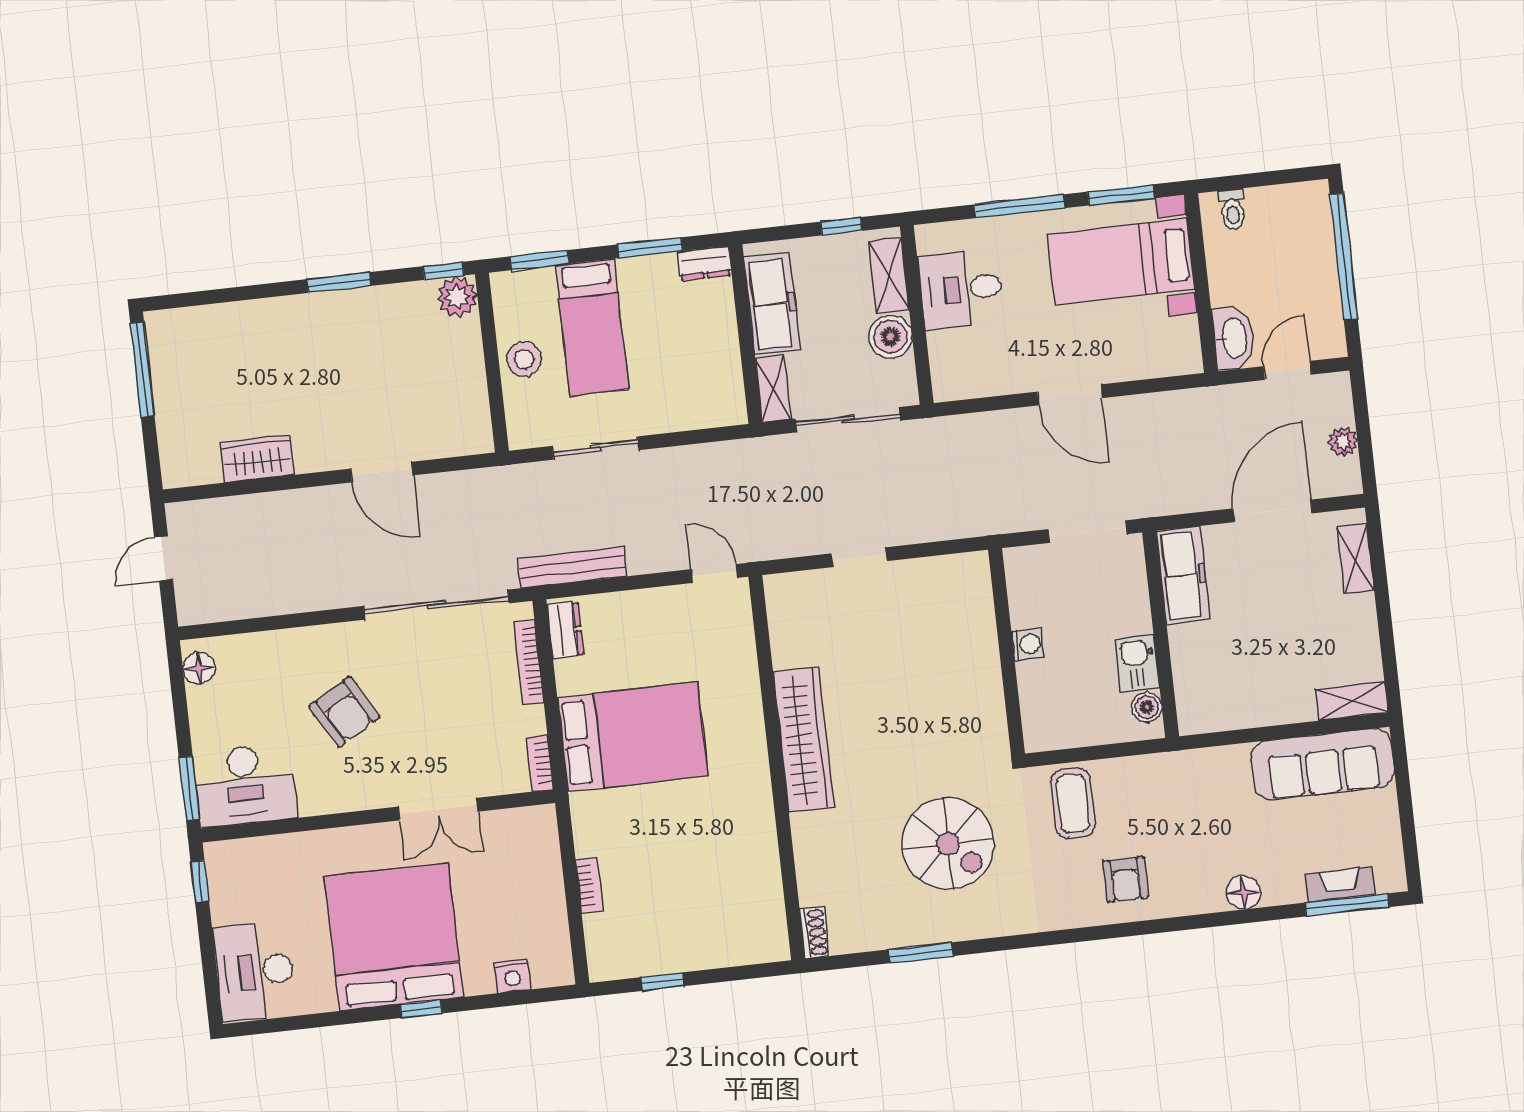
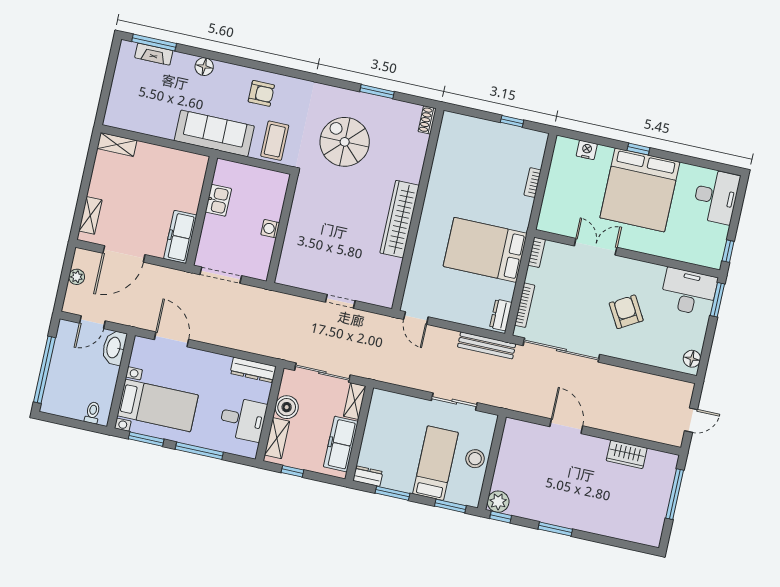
window: (142, 370) -> (675, 494), moved
dresser: (973, 383) -> (253, 370), added
door: (1070, 395) -> (172, 339), moved
boiler: (1147, 707) -> (221, 177), removed
sofa: (1323, 764) -> (214, 133), moved
armchair: (1125, 879) -> (261, 93), turned 90

